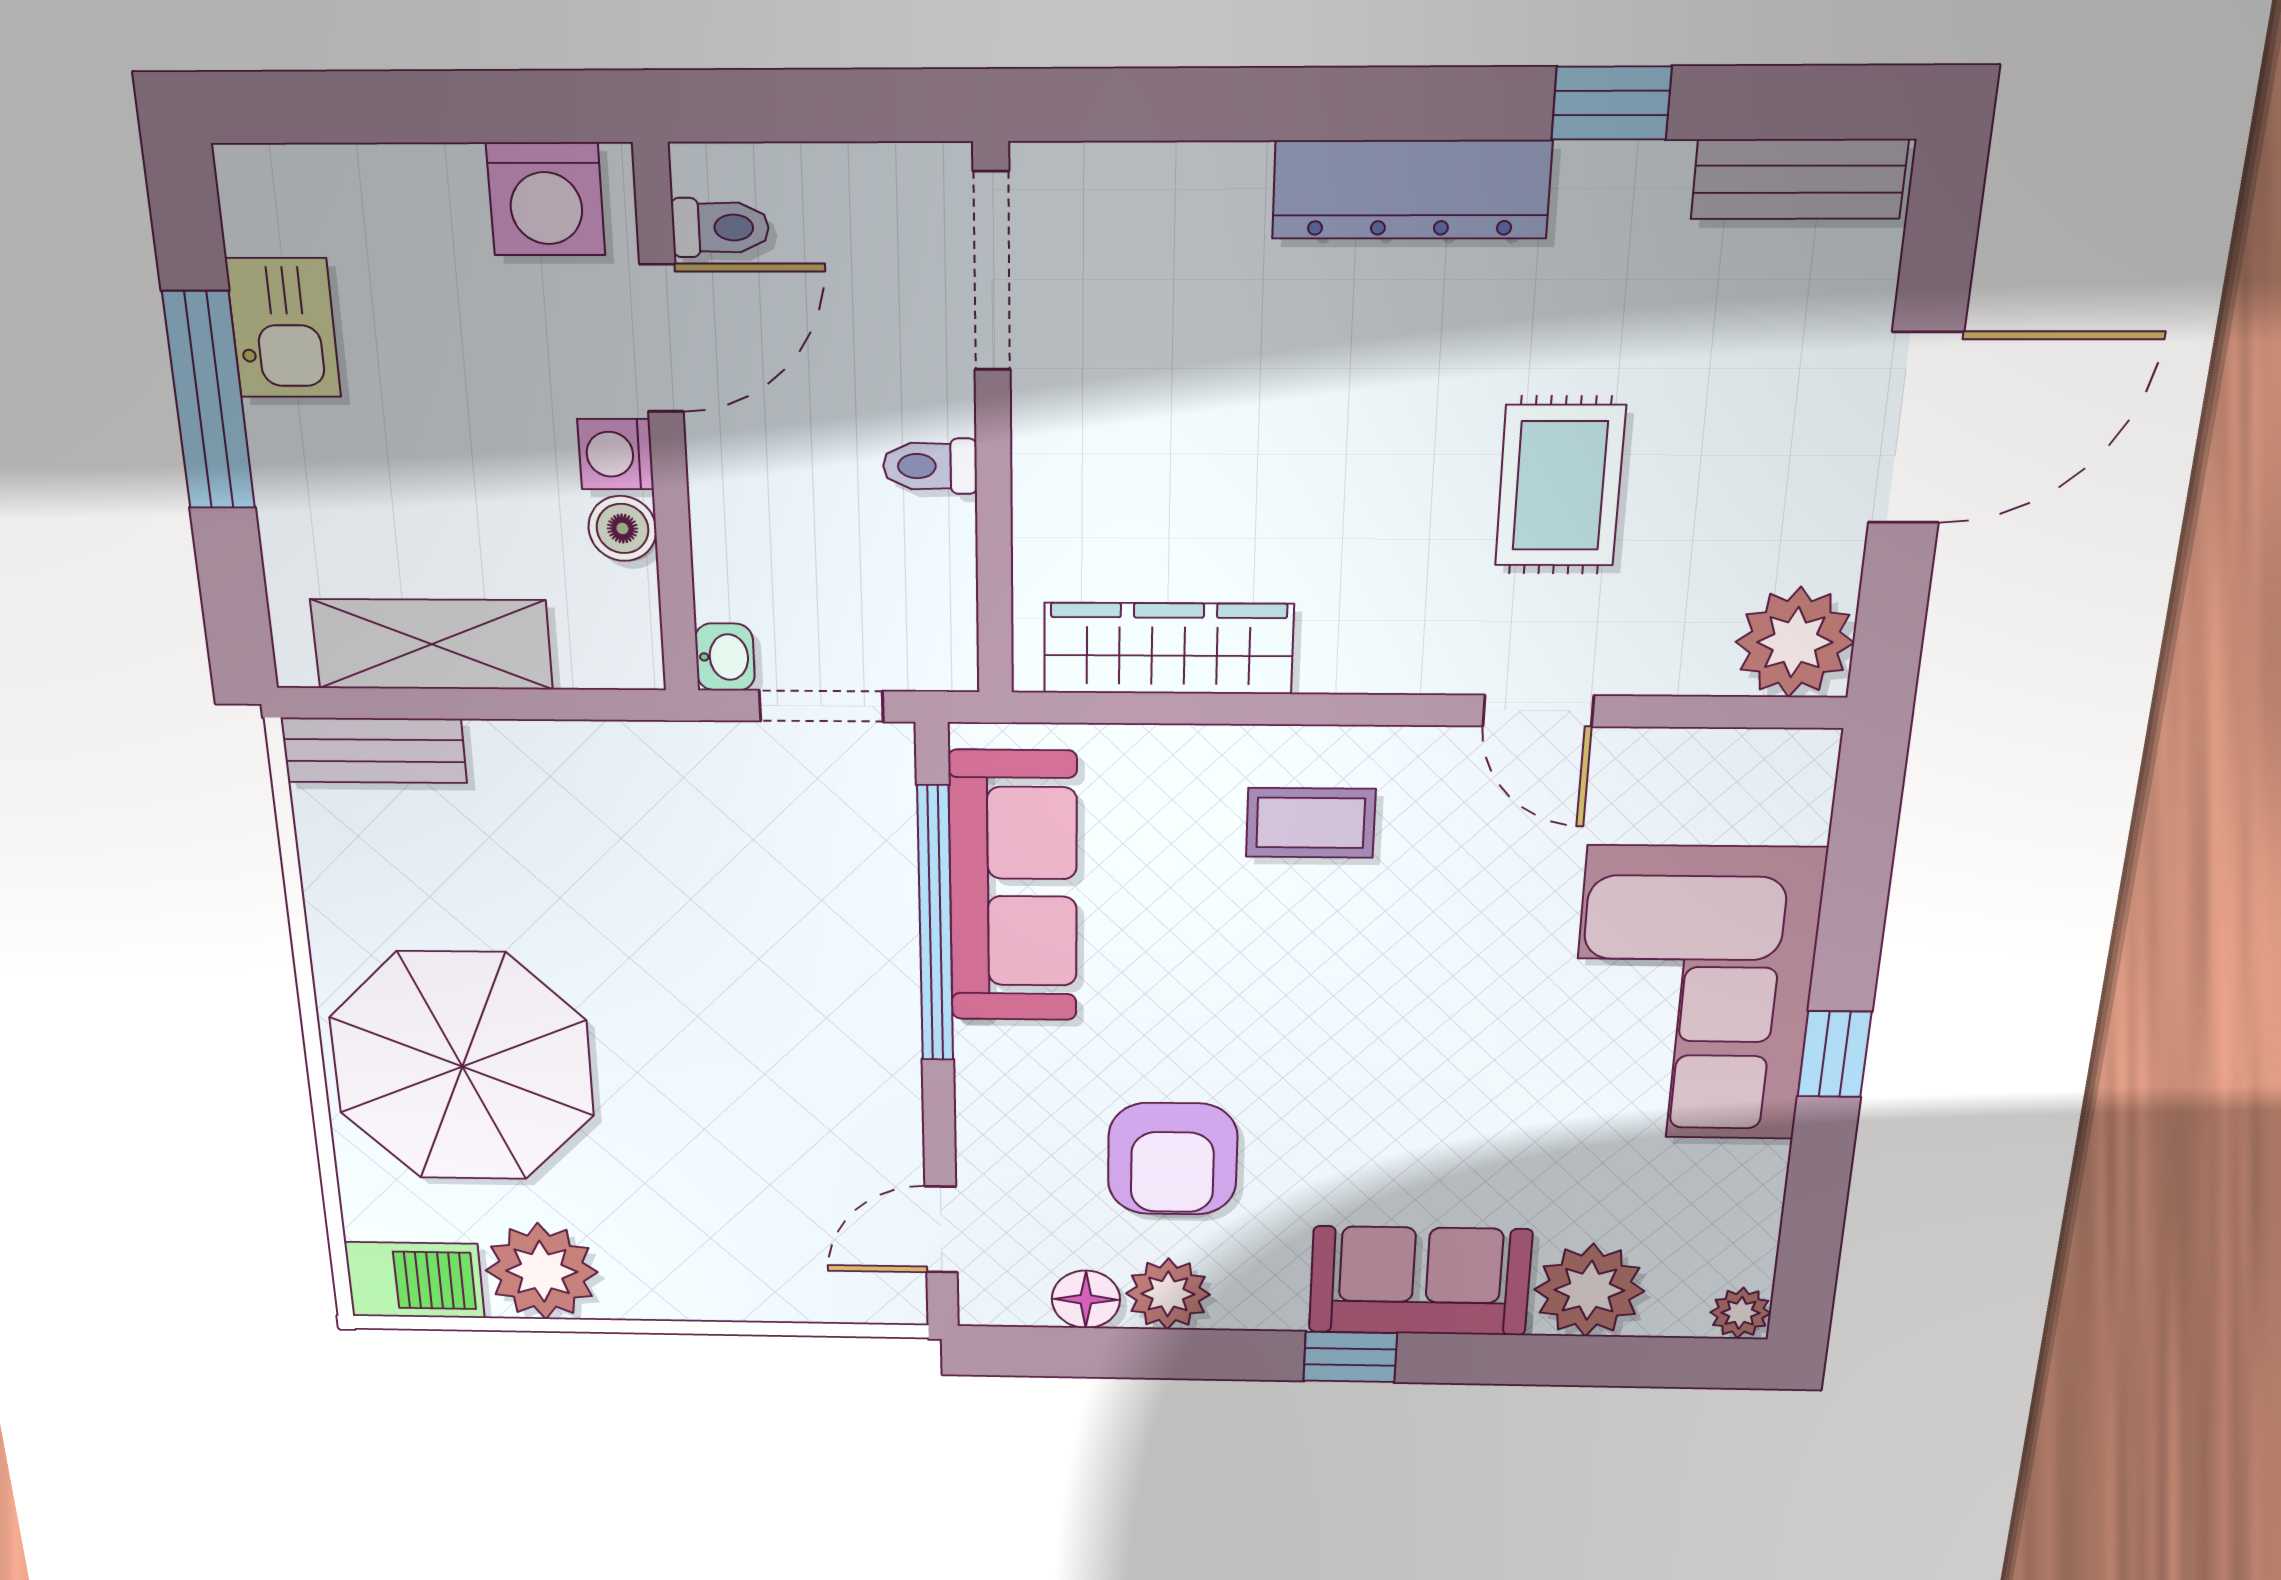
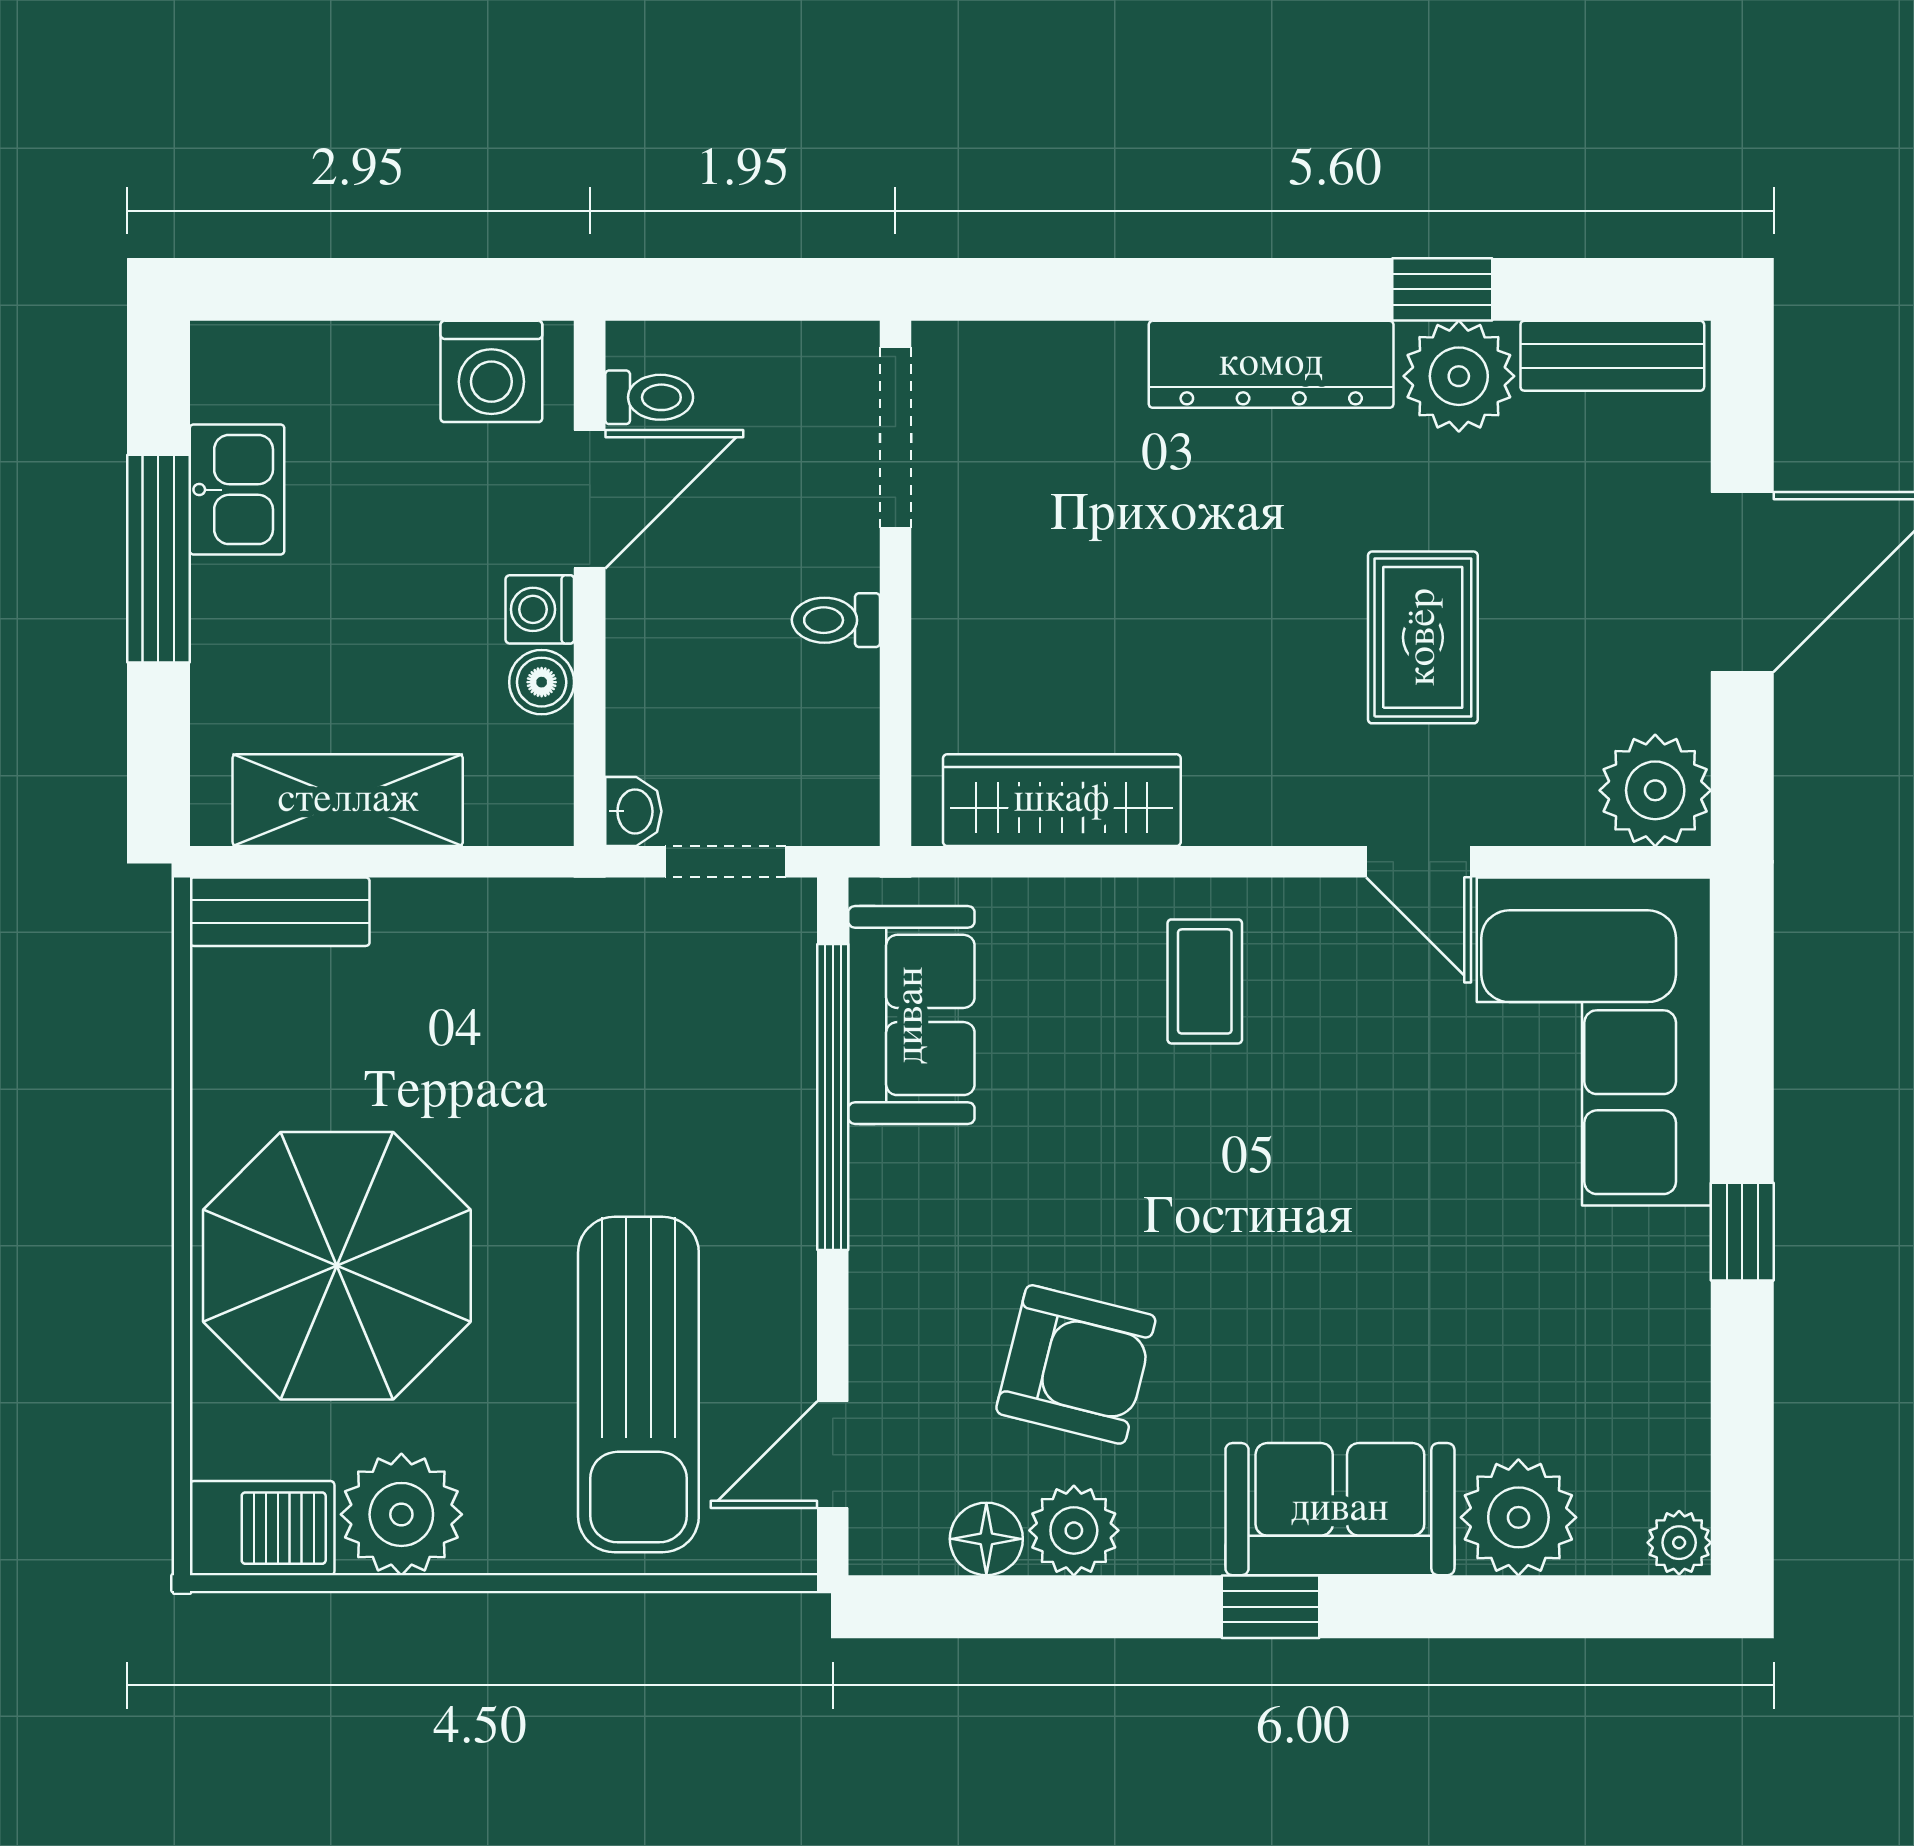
plant: (1622, 203) -> (1459, 376), added
coffee table: (1311, 823) -> (1205, 981), turned 90
sofa: (1013, 887) -> (911, 1015), width x0.73
corner sofa: (1692, 995) -> (1594, 1041), moved
armchair: (1173, 1159) -> (1076, 1364), turned -76
sun lounger: (756, 1170) -> (638, 1385), added

